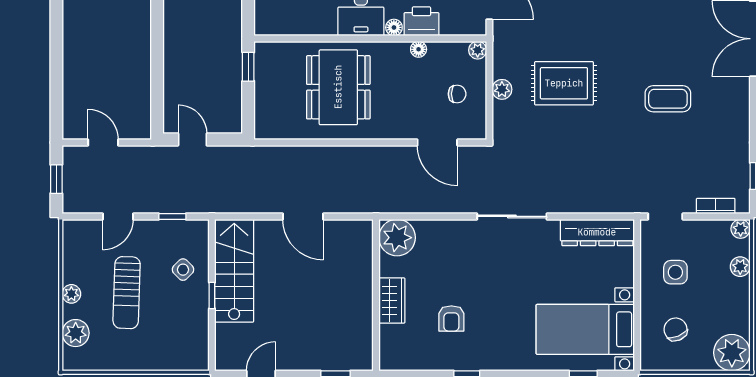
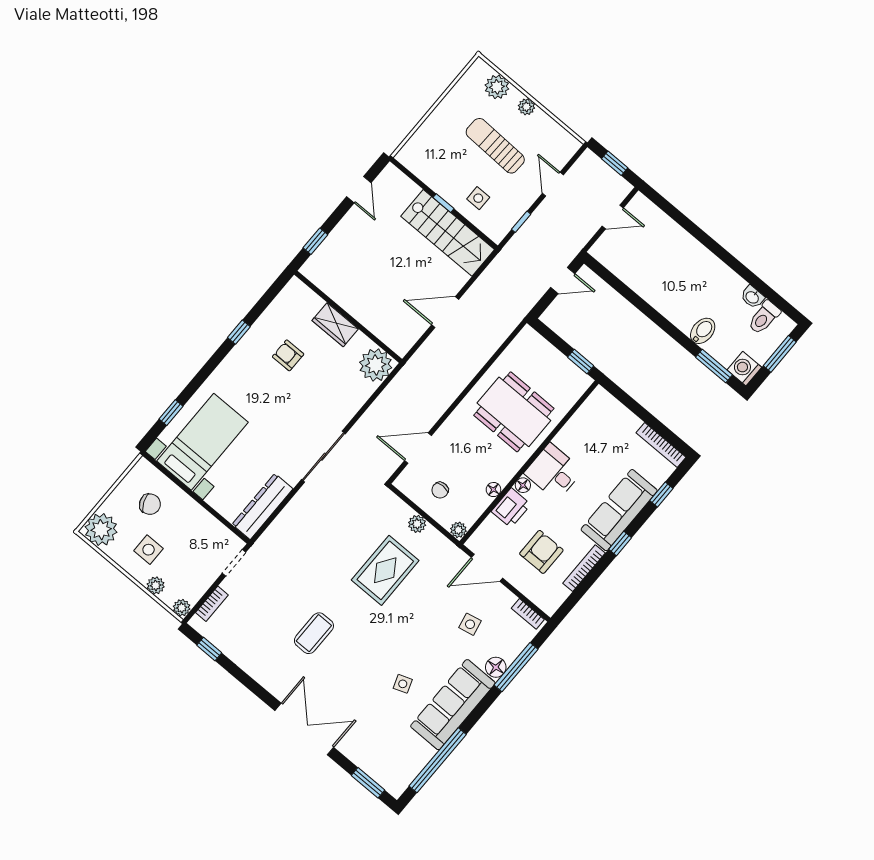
side table: (183, 270) -> (478, 198), turned 45
side table: (675, 272) -> (149, 550), moved

